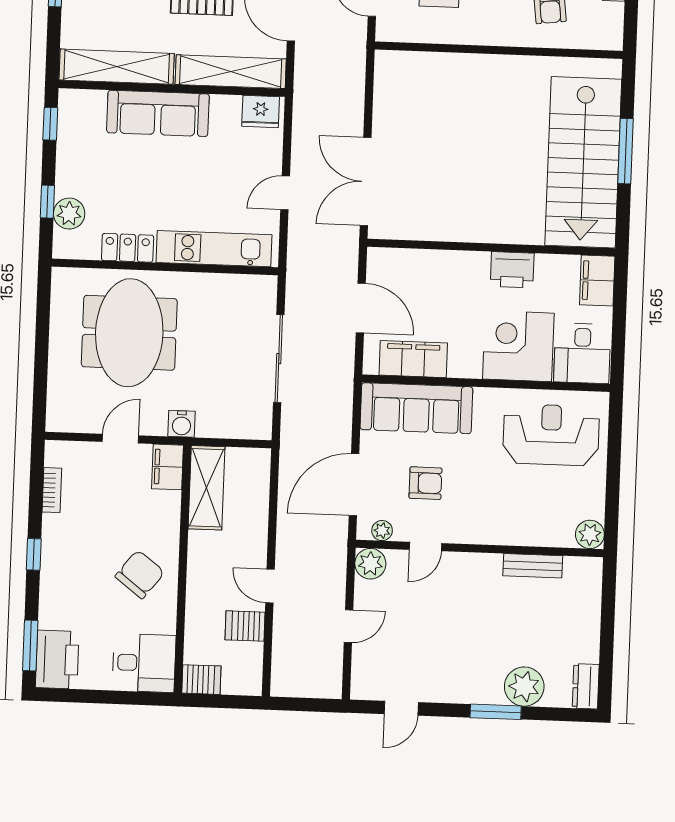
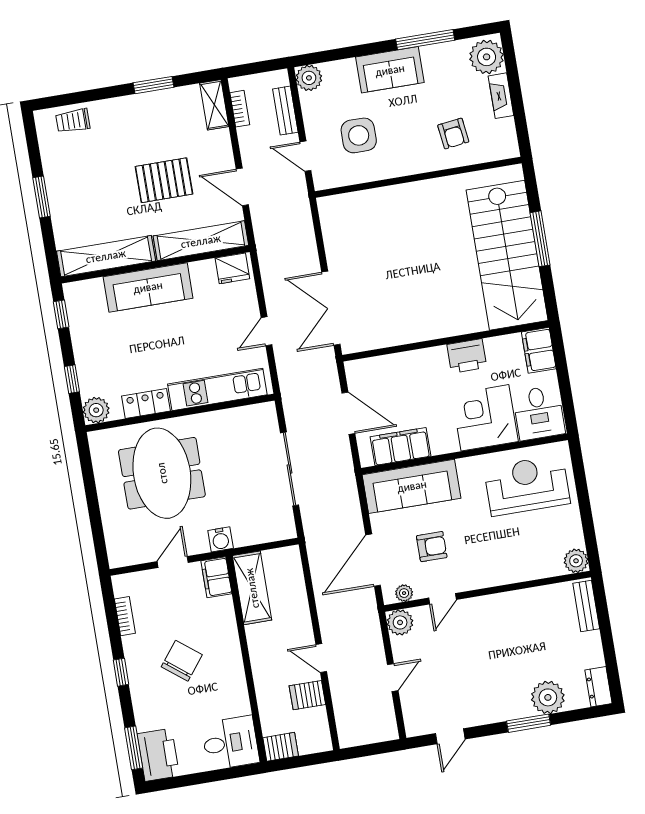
plant: (69, 214) -> (96, 410), moved
bench: (533, 566) -> (586, 606), moved, turned 90
chair: (140, 574) -> (182, 661), moved

